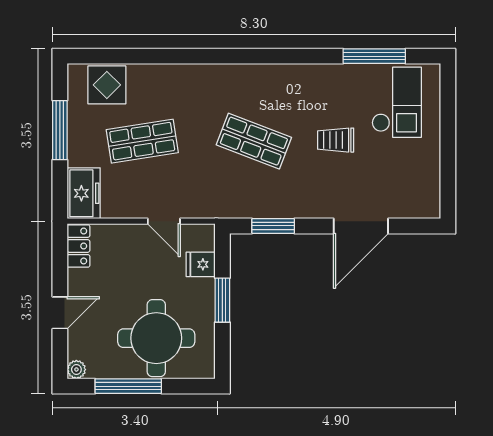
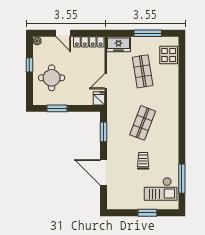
window: (448, 131) -> (147, 213), added
locker: (78, 246) -> (89, 42), width x1.53
fridge: (201, 264) -> (99, 98), moved
window: (222, 300) -> (57, 108), moved
round table: (156, 338) -> (52, 78), width x0.73, depth x0.73
window: (128, 386) -> (29, 65), width x0.46

